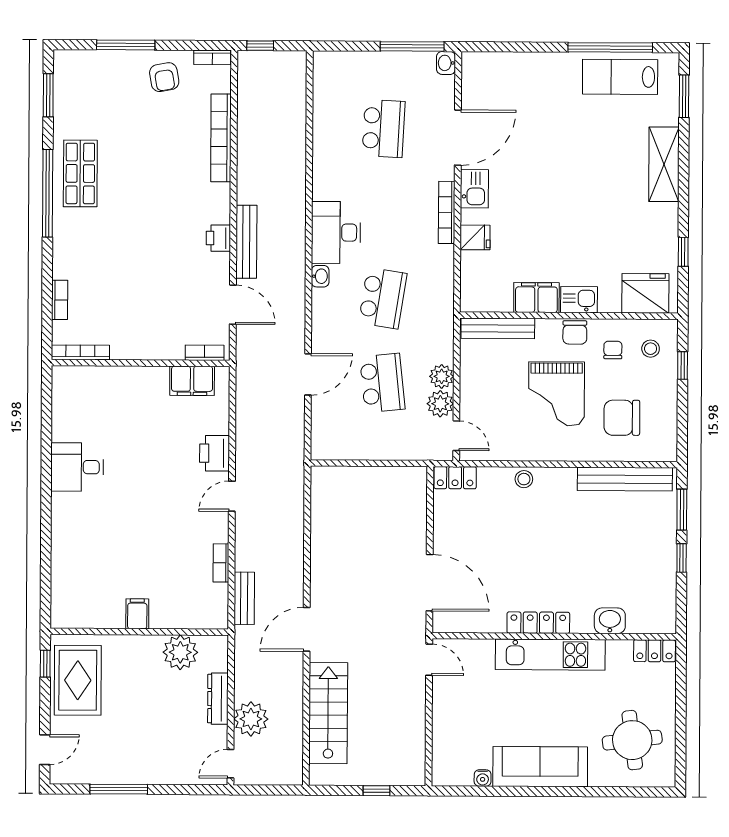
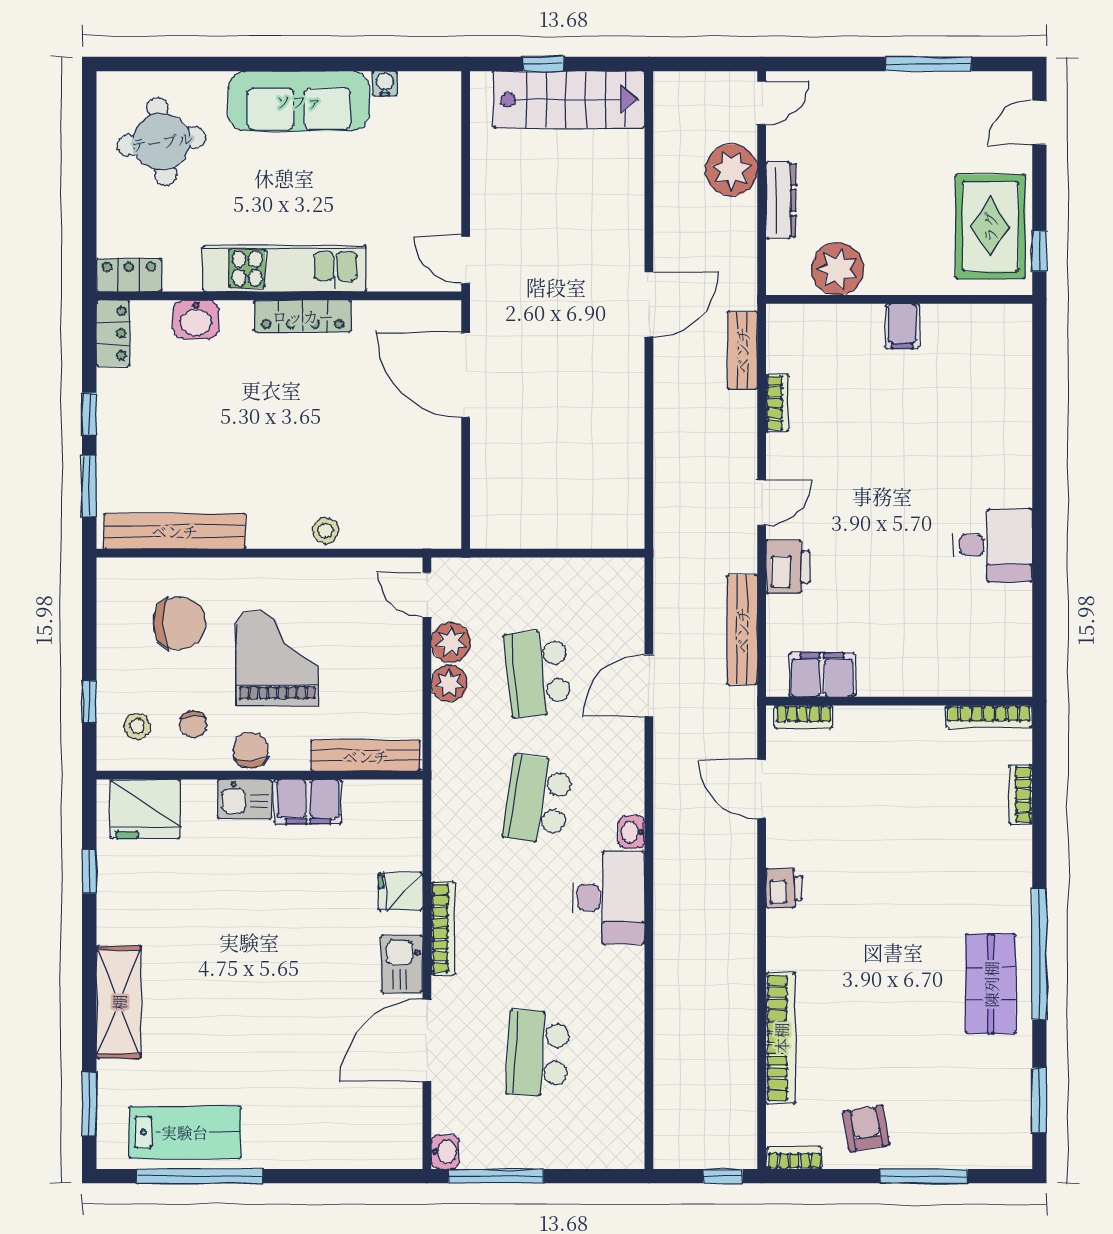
bench: (246, 242) -> (742, 630), moved
locker: (455, 478) -> (113, 333), moved, turned 90
stairs: (328, 713) -> (569, 100), moved, turned -90

